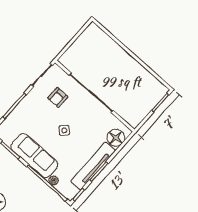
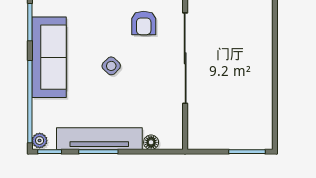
armchair: (58, 97) -> (144, 23), turned -90
floor lamp: (116, 138) -> (151, 142), width x0.53, depth x0.53
plant: (54, 181) -> (40, 141), moved

